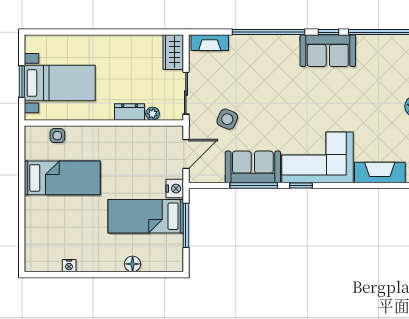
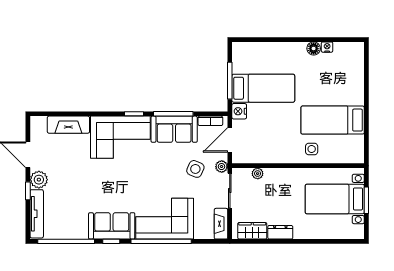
fireplace: (210, 43) -> (221, 224), moved, turned -90
wardrobe: (173, 52) -> (252, 231), moved, turned -90
corner sofa: (264, 59) -> (165, 219), added
dresser: (130, 112) -> (280, 232), moved, turned 180
plant: (196, 122) -> (222, 167), added
side table: (57, 136) -> (312, 149), moved
bookcase: (209, 177) -> (210, 121), added
floor lamp: (133, 264) -> (314, 48), moved

